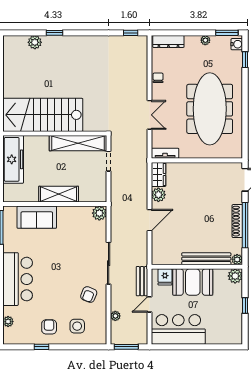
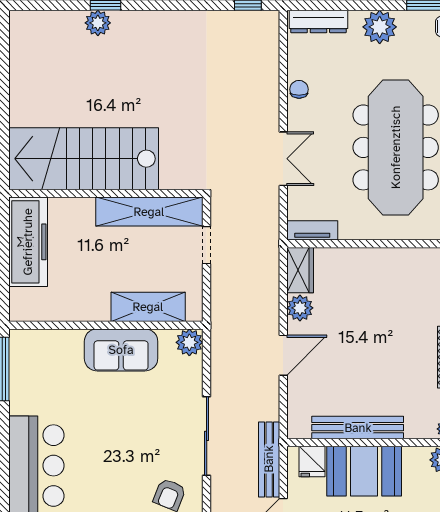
plant: (205, 40) -> (380, 27), width x1.88, depth x1.88
plant: (35, 42) -> (98, 23), moved
shelving: (59, 194) -> (148, 307), moved
sofa: (37, 217) -> (121, 350), moved
bench: (206, 259) -> (358, 428), moved
bench: (142, 281) -> (269, 459), width x1.36

